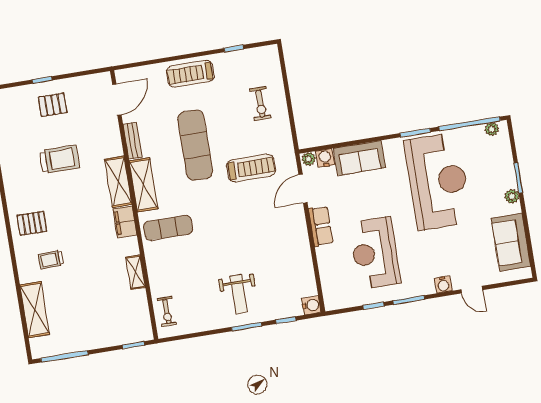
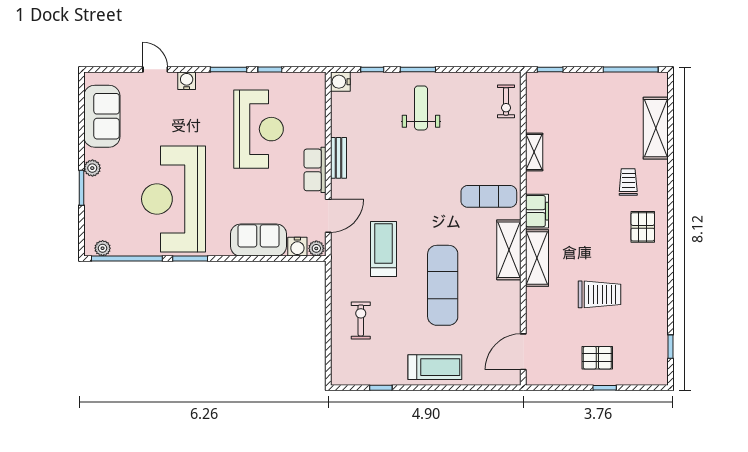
bench: (133, 141) -> (339, 158), moved
trolley: (60, 159) -> (599, 294), turned 180
treadmill: (251, 168) -> (384, 249), turned 90
pallet: (32, 223) -> (643, 227), turned 90
trolley: (51, 260) -> (628, 182), turned -88
exercise bike: (167, 312) -> (506, 101), turned 180

